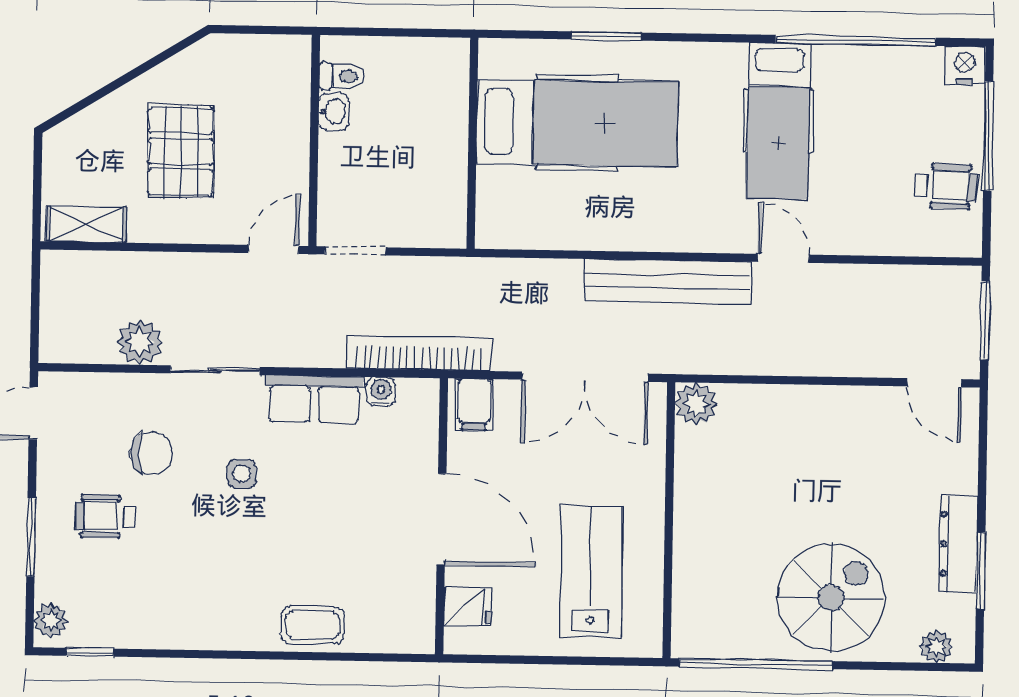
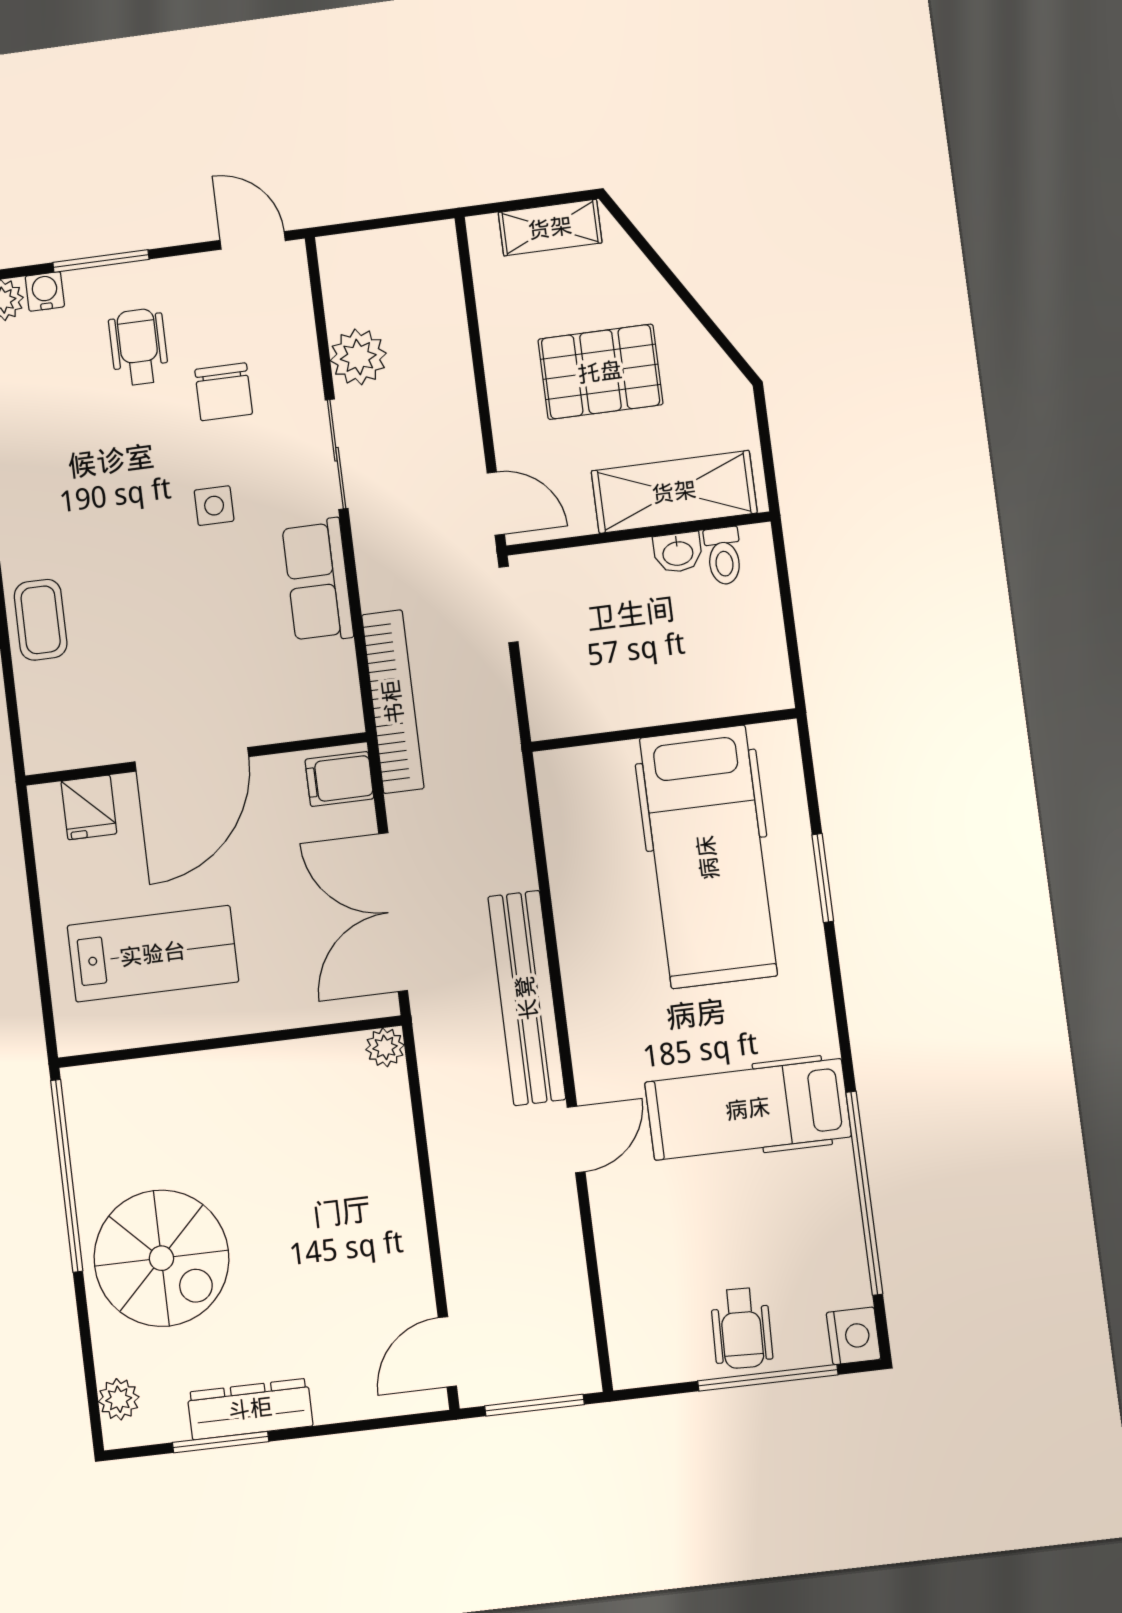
shelving: (285, 107) -> (674, 492), added
wheelchair: (946, 186) -> (742, 1328), moved
shelving: (86, 224) -> (550, 228), moved, turned 90
water cooler: (381, 392) -> (45, 291), moved, turned -90
plant: (696, 404) -> (385, 1047), width x0.73, depth x0.73

